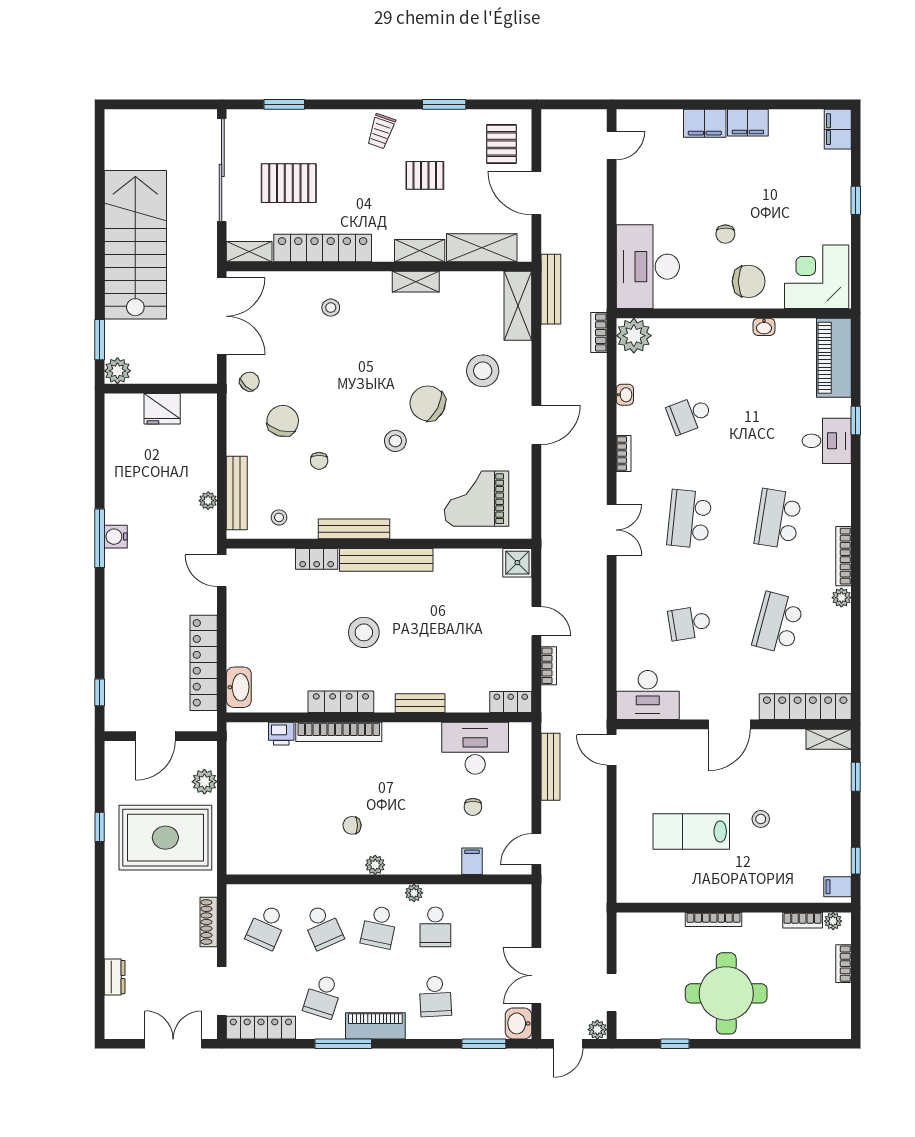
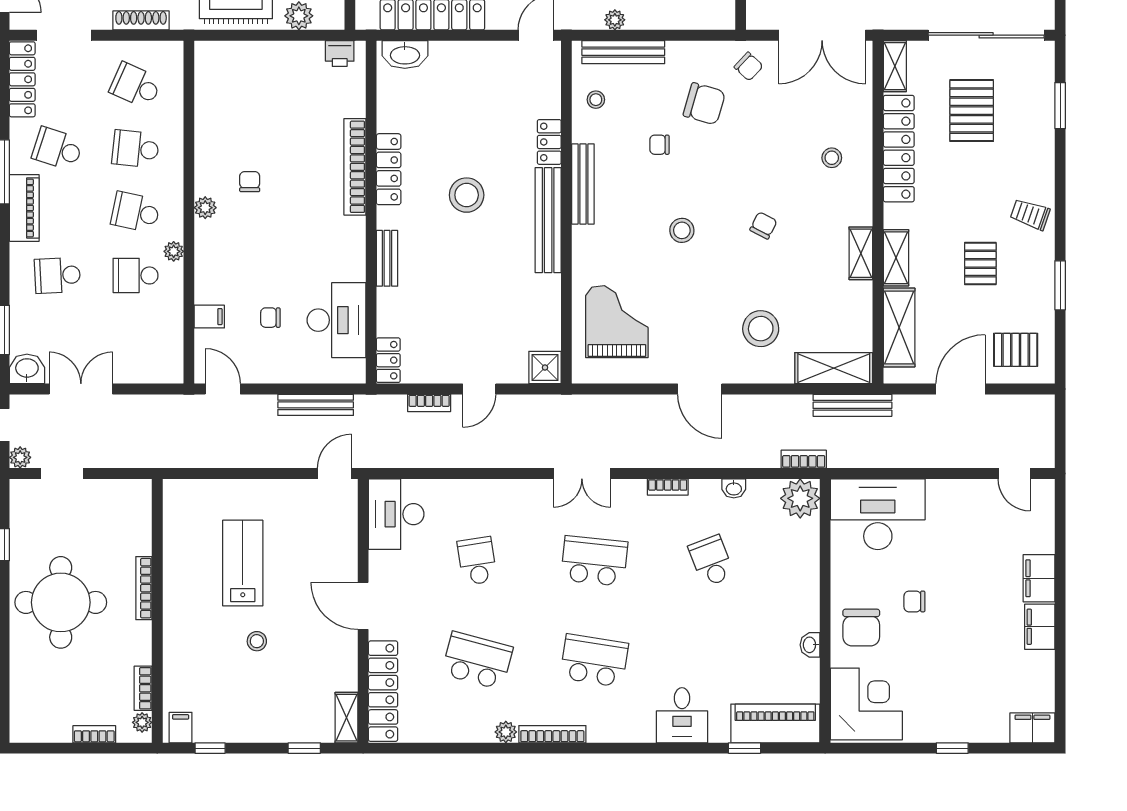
chair: (428, 403) -> (763, 225), moved, width x0.54, depth x0.54
window: (856, 420) -> (745, 748), moved
printer: (281, 734) -> (340, 53), moved, turned -90
school desk: (323, 927) -> (136, 149), turned 30

